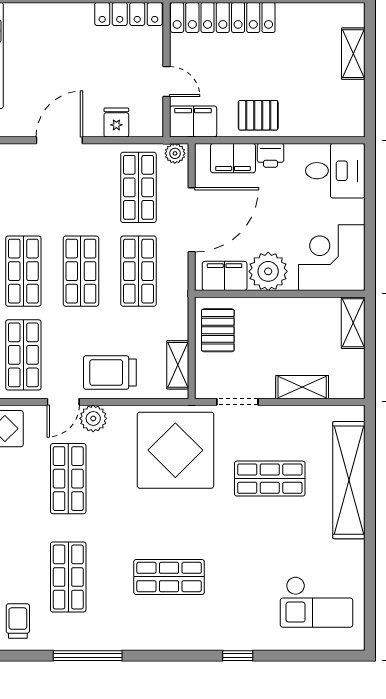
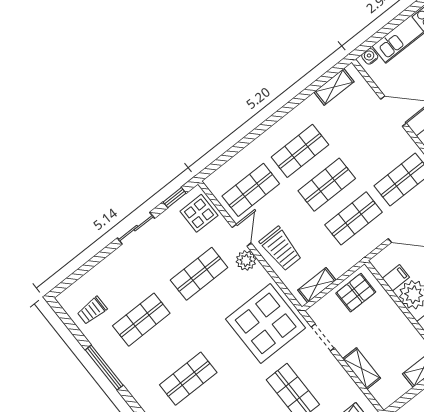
filing cabinet: (225, 276) -> (396, 278), width x0.50
trolley: (110, 372) -> (281, 249), turned 180
door: (63, 402) -> (242, 235), swing flipped
shop shelf: (169, 577) -> (188, 379), turned 90
trolley: (18, 621) -> (92, 310), turned 180

